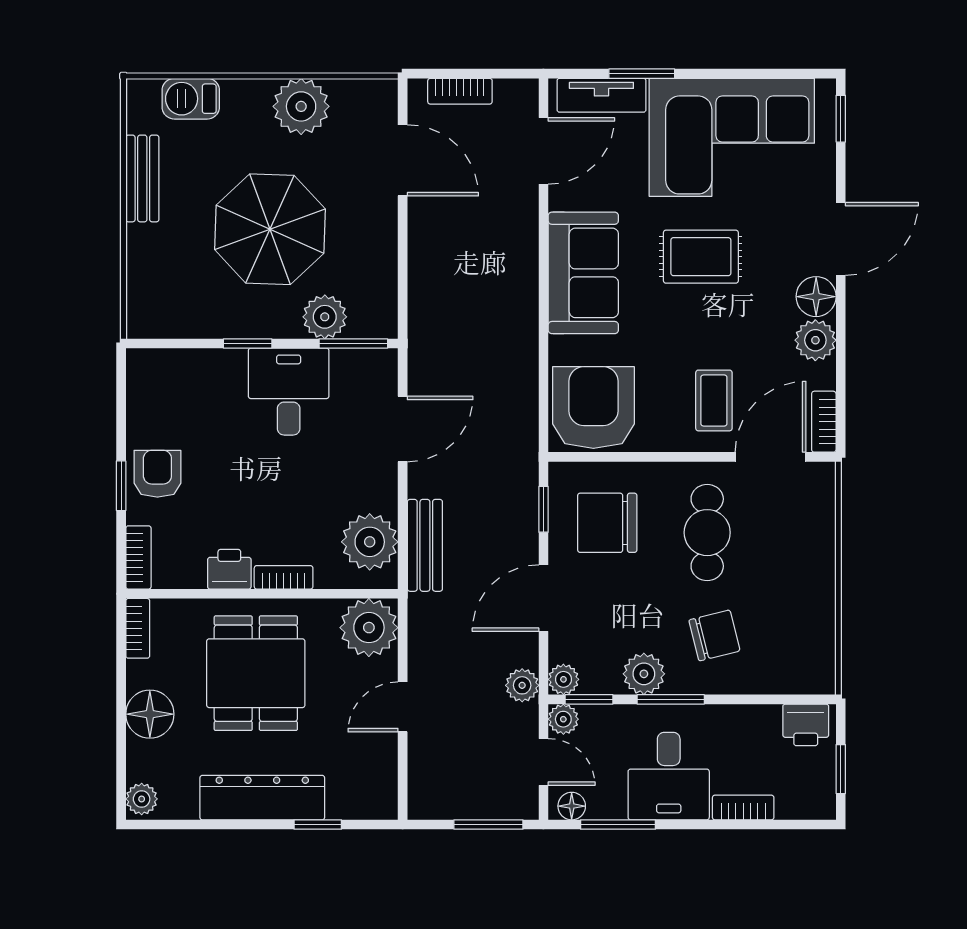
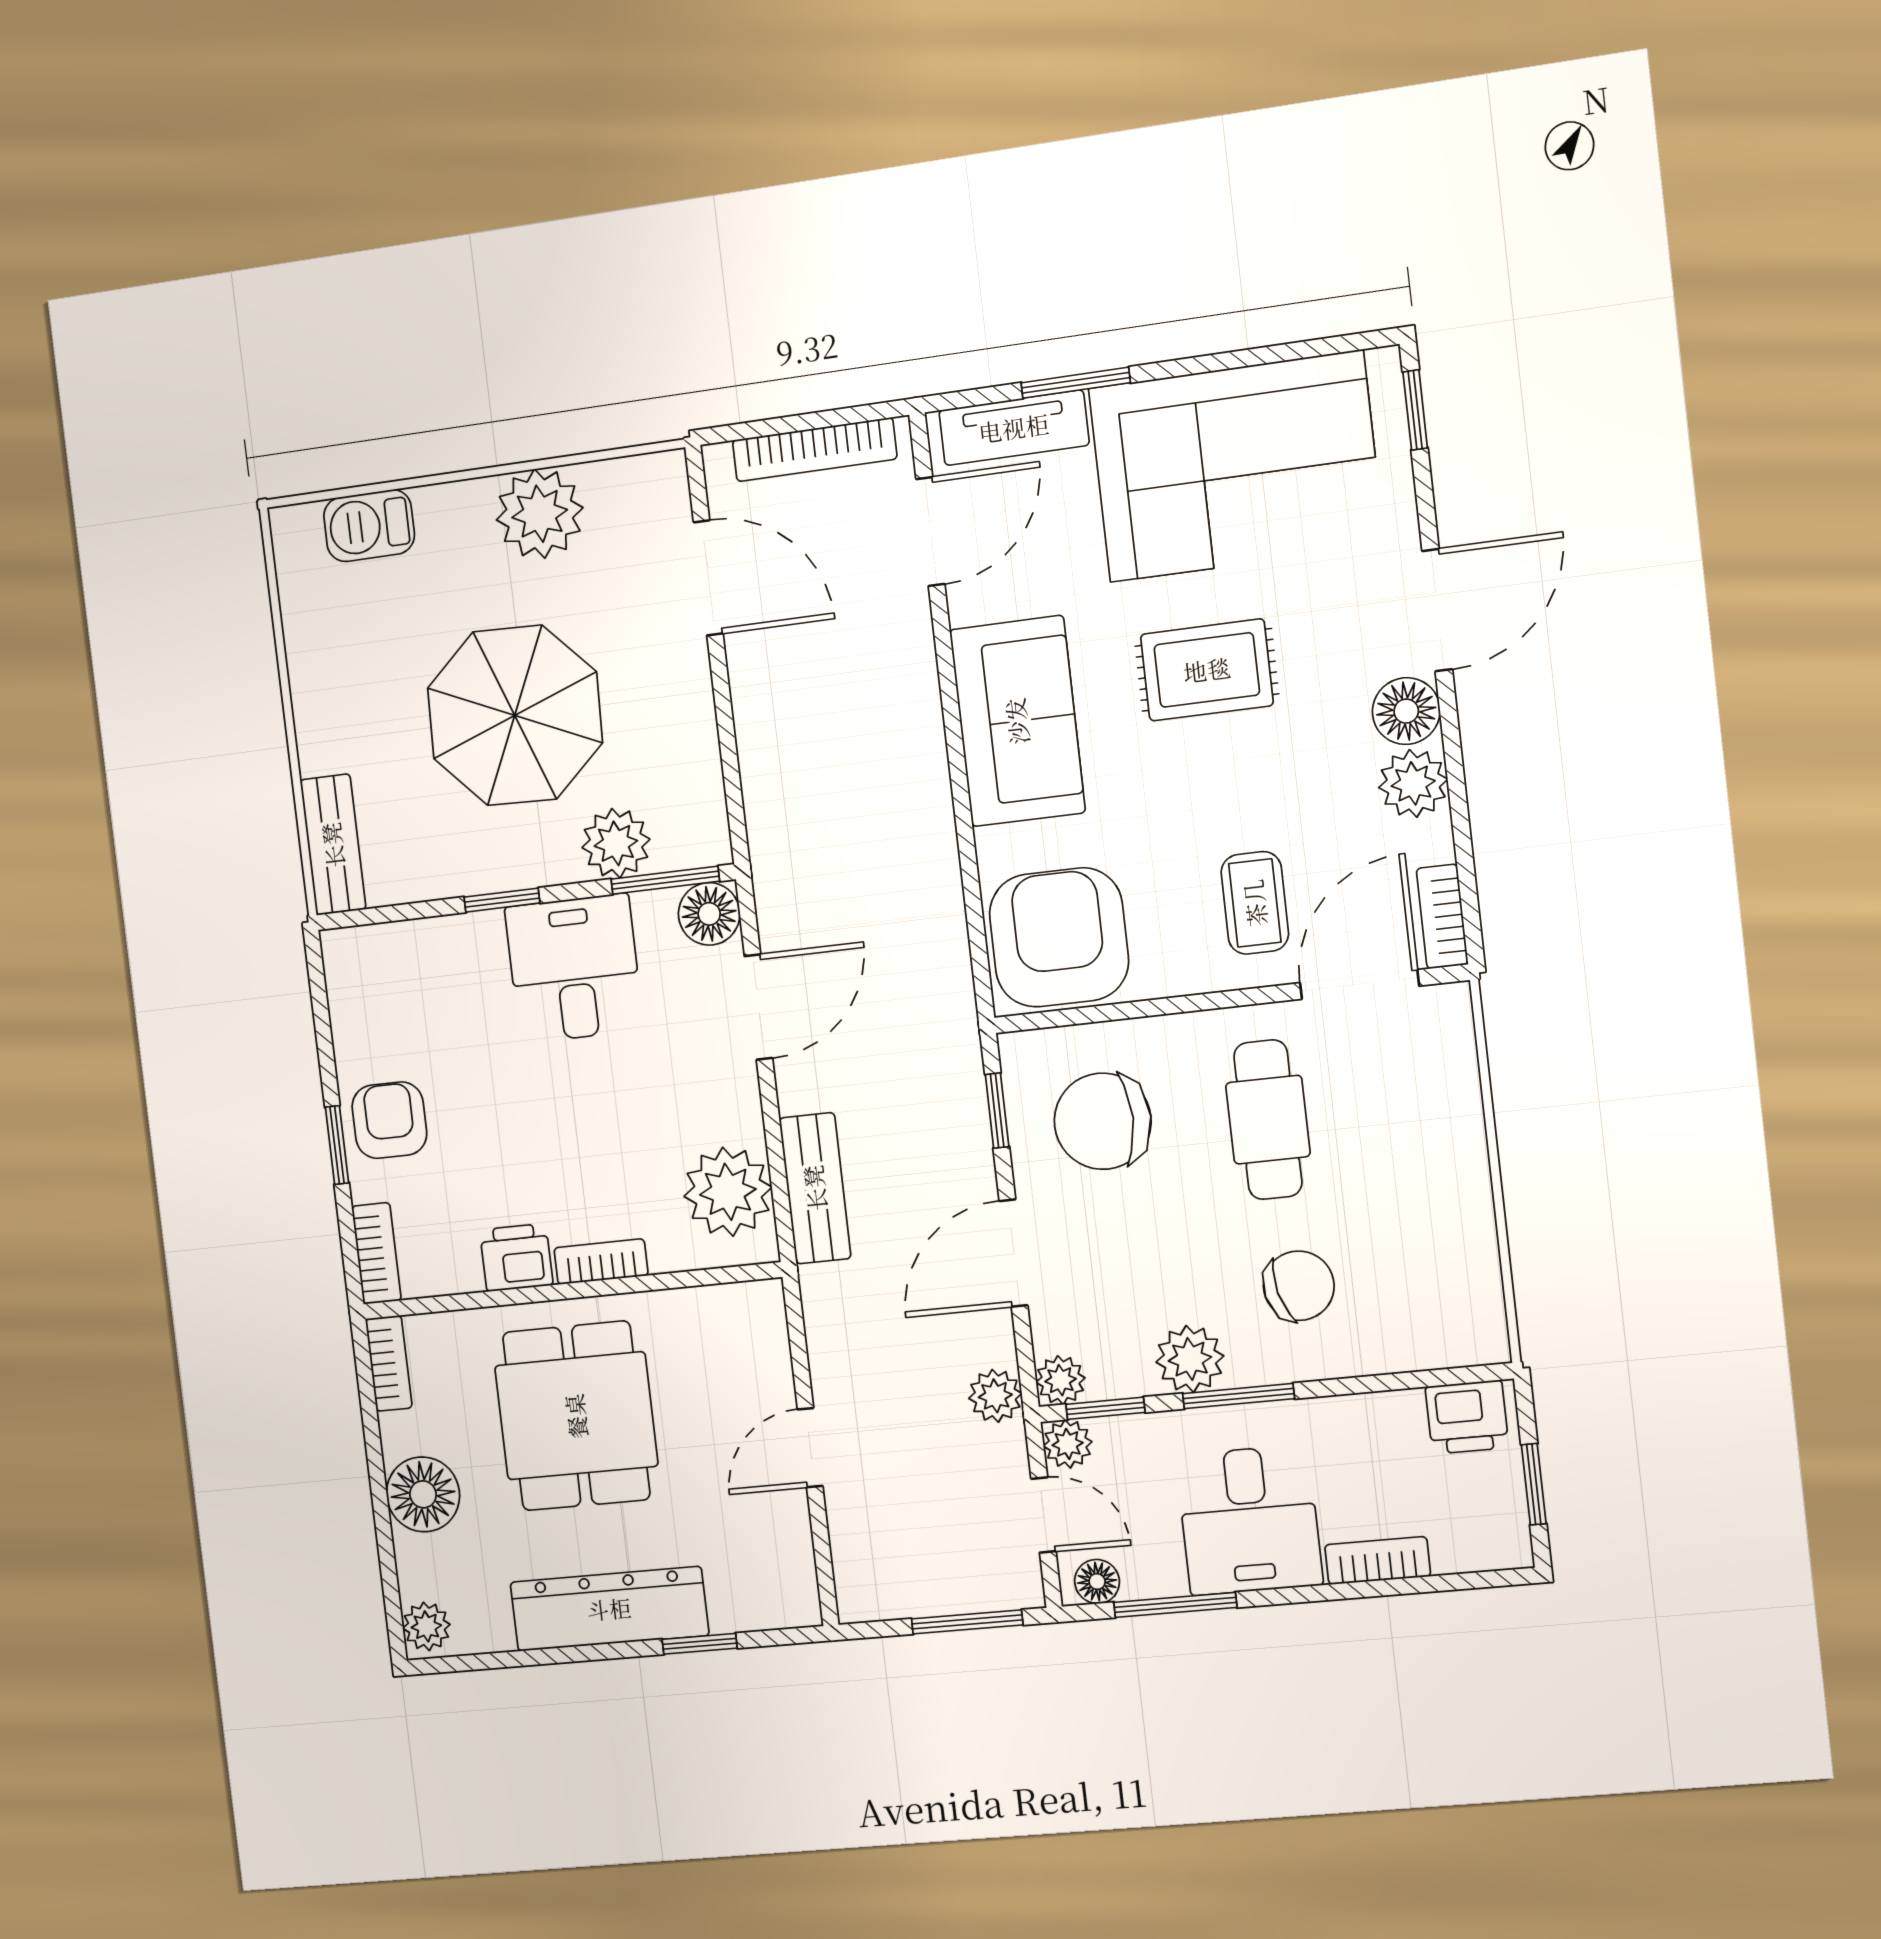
bookcase: (460, 91) -> (815, 450), width x1.56
bench: (142, 178) -> (333, 845), moved
floor lamp: (378, 368) -> (709, 914), added
plant: (369, 628) -> (743, 1327), removed

